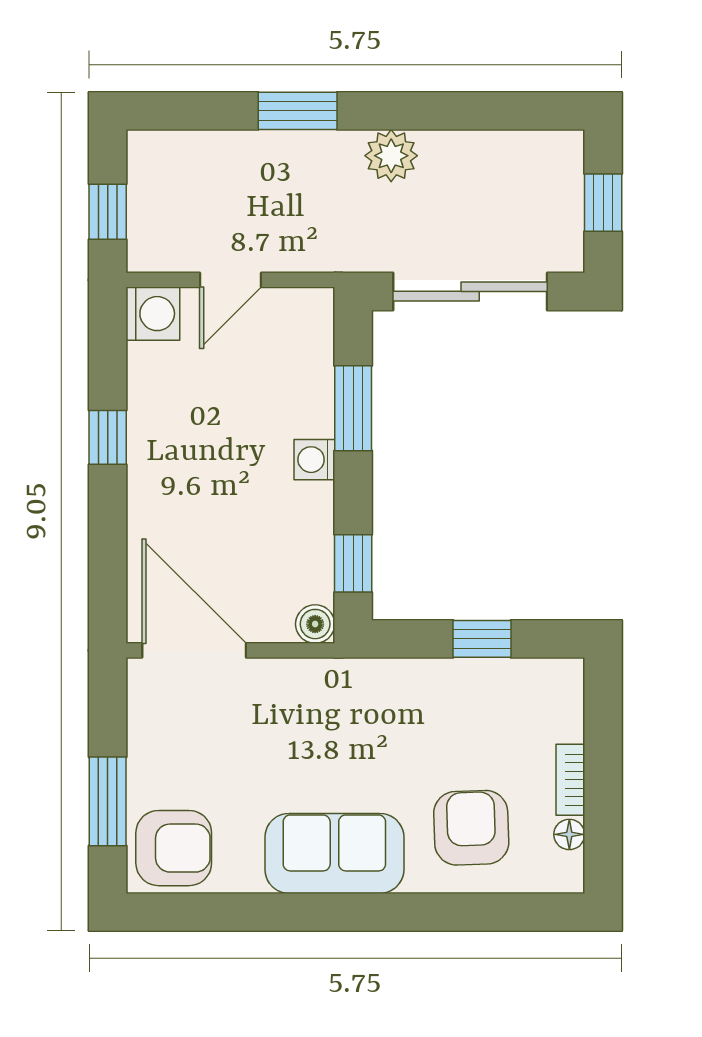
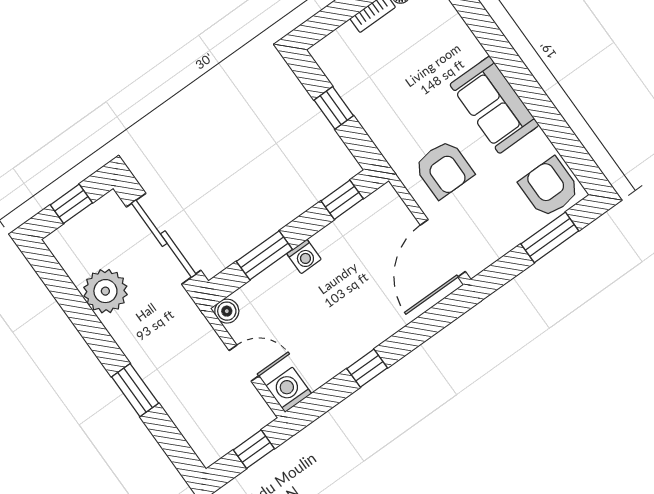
plant: (391, 156) -> (105, 291), moved, width x1.36, depth x1.36
boiler: (315, 624) -> (227, 311), moved
armchair: (471, 828) -> (444, 169), moved, turned -88

